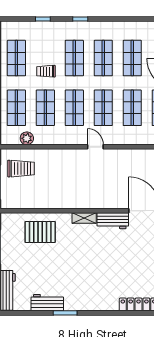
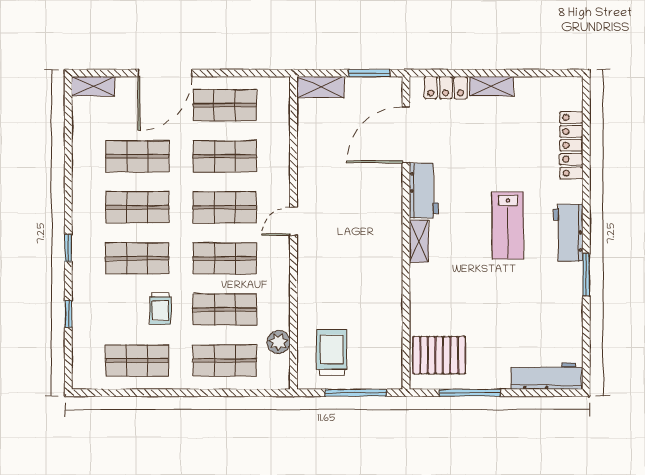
pallet: (40, 232) -> (439, 355), moved, turned 90
lab bench: (93, 268) -> (508, 226), added
workbench: (47, 303) -> (568, 233), moved

